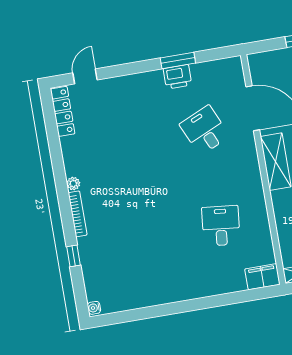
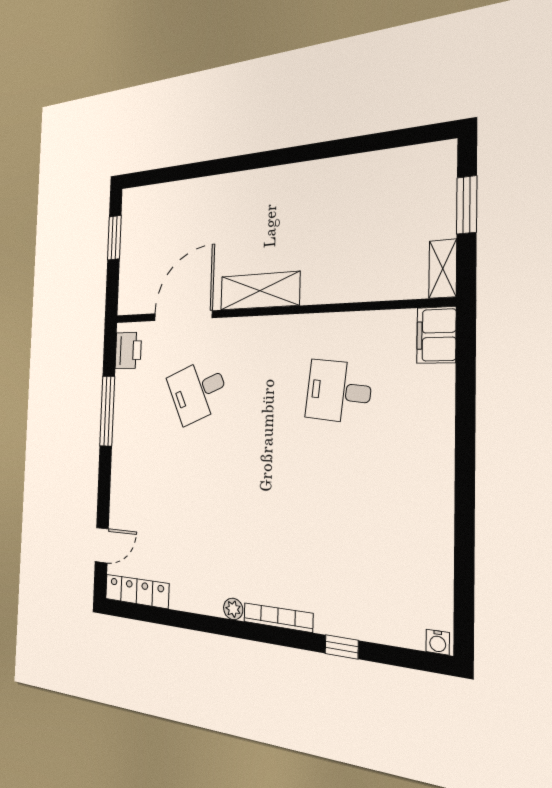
window: (178, 61) -> (107, 411), width x1.44
door: (85, 76) -> (102, 545), swing flipped
printer: (177, 77) -> (128, 350), moved

